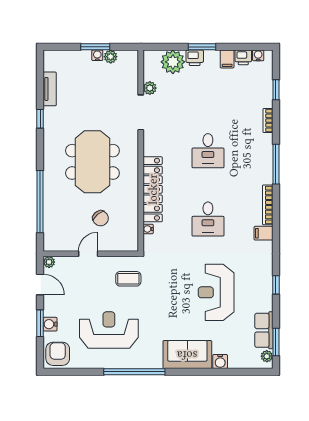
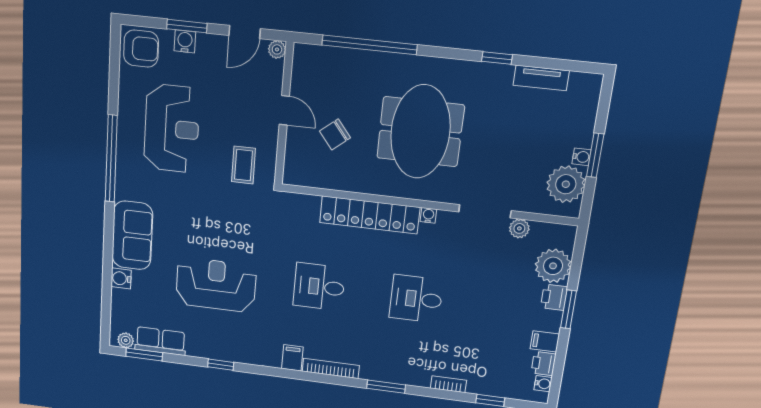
plant: (111, 57) -> (566, 184), width x1.88, depth x1.88
meeting table: (92, 162) -> (420, 132), turned 90
window: (276, 164) -> (386, 387), width x0.69
water cooler: (148, 229) -> (428, 215), moved

